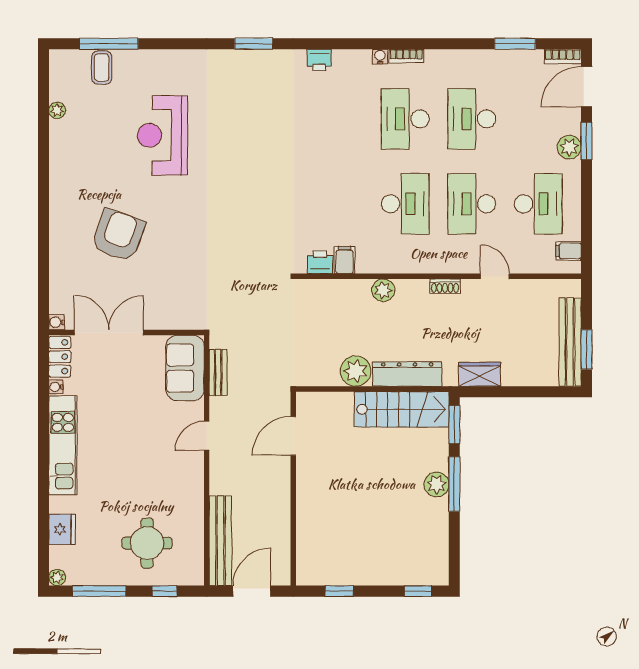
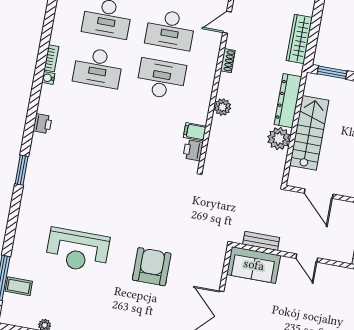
armchair: (118, 235) -> (152, 267), moved, turned 70
wardrobe: (480, 374) -> (299, 39), width x1.50
stairs: (402, 409) -> (309, 133), moved

